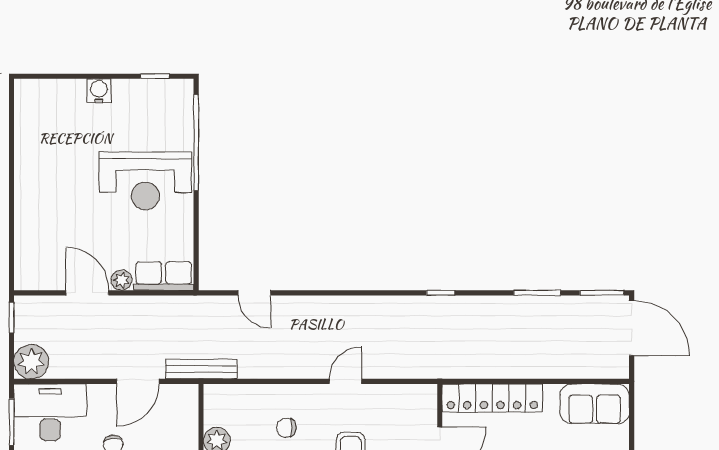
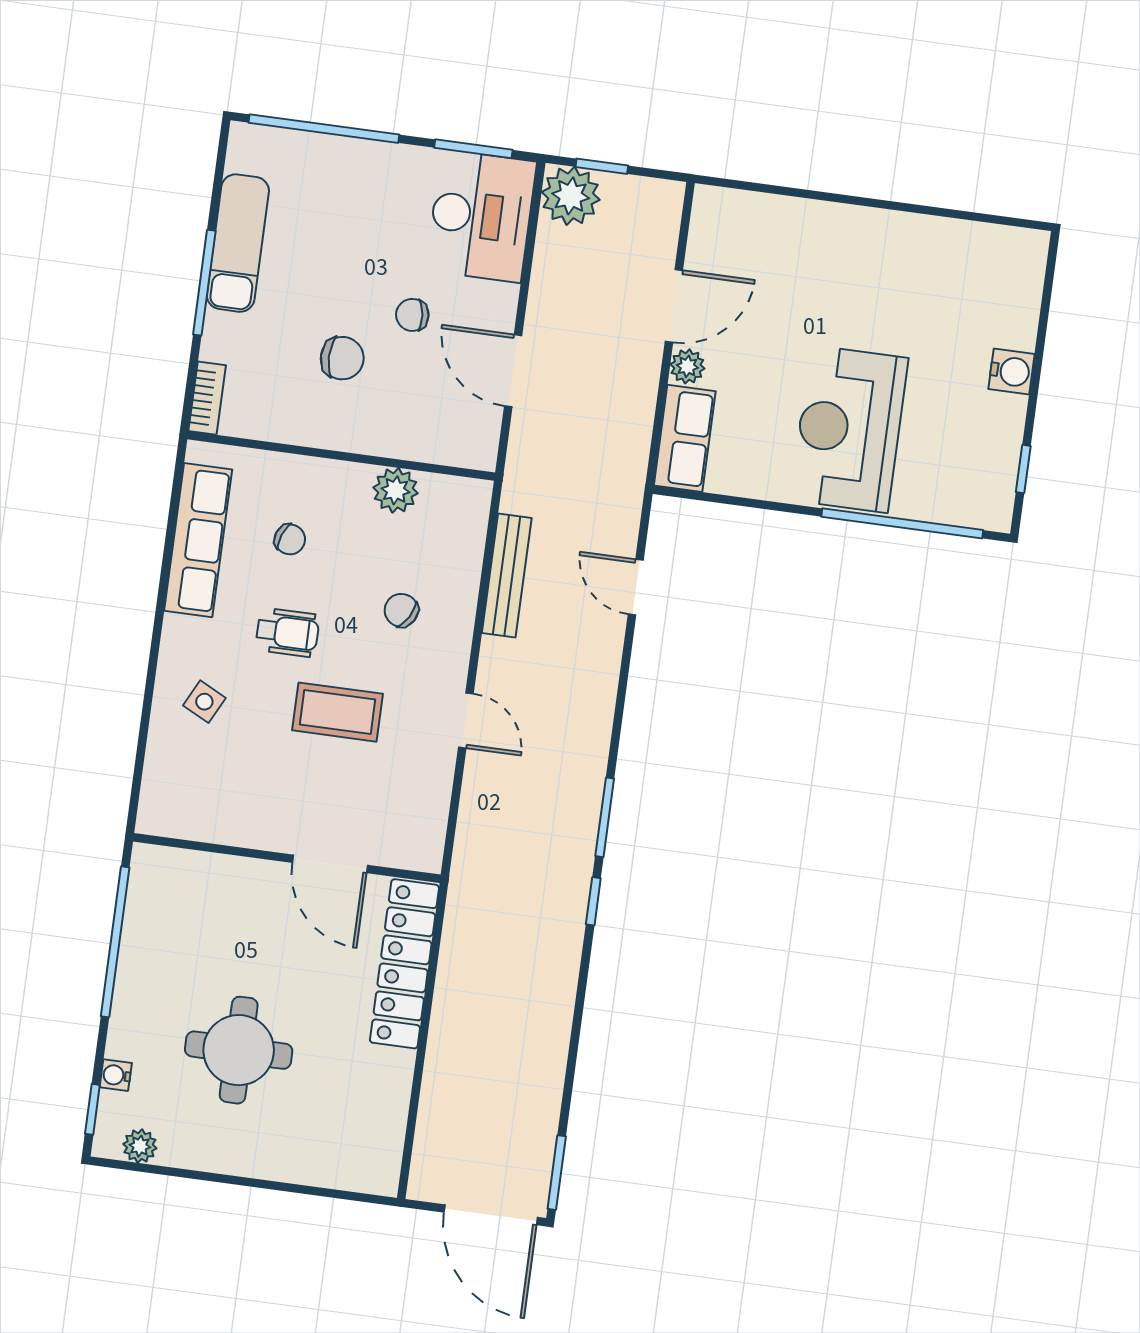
door: (254, 293) -> (636, 587), hinge flipped
window: (537, 293) -> (605, 817), moved
window: (12, 317) -> (602, 166), moved
door: (632, 328) -> (491, 1215), hinge flipped
bench: (201, 369) -> (507, 576), moved
sofa: (595, 404) -> (371, 1135), removed
chair: (286, 428) -> (401, 610), turned -60

